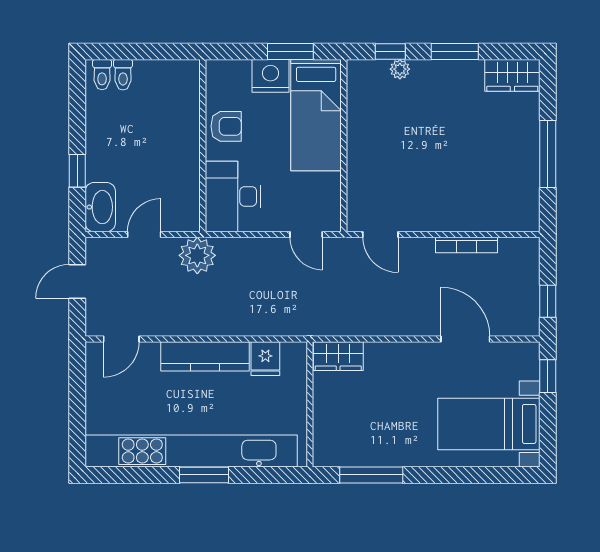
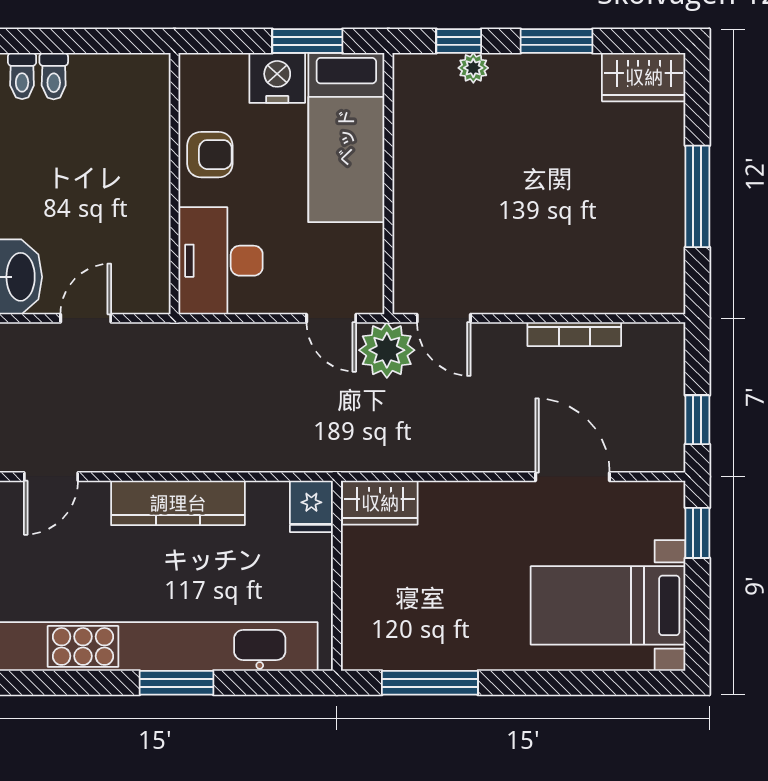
plant: (197, 255) -> (387, 350), moved
fridge: (265, 359) -> (311, 506), moved

